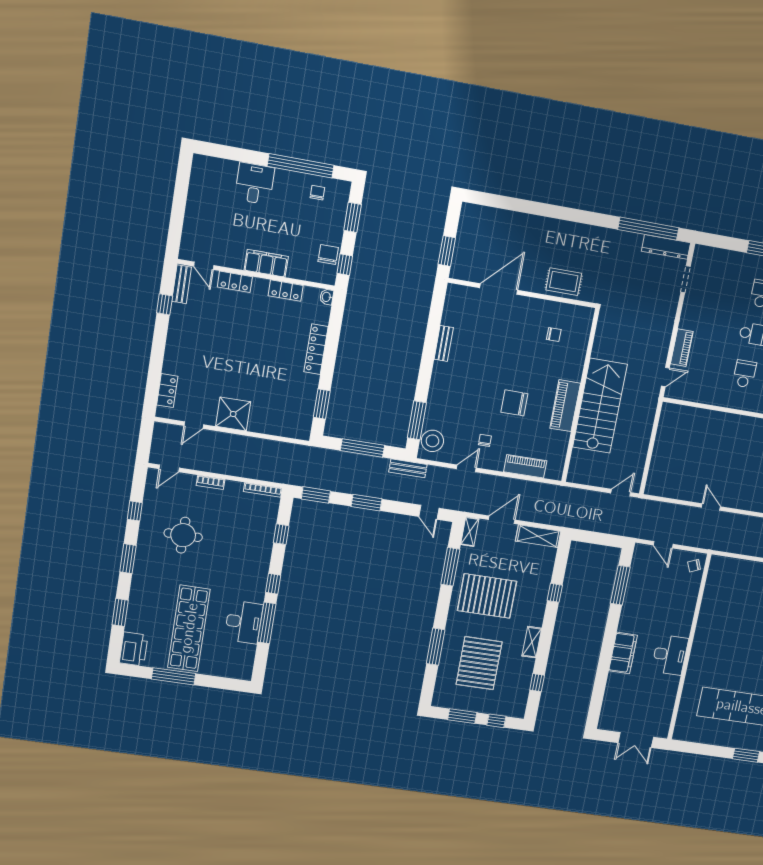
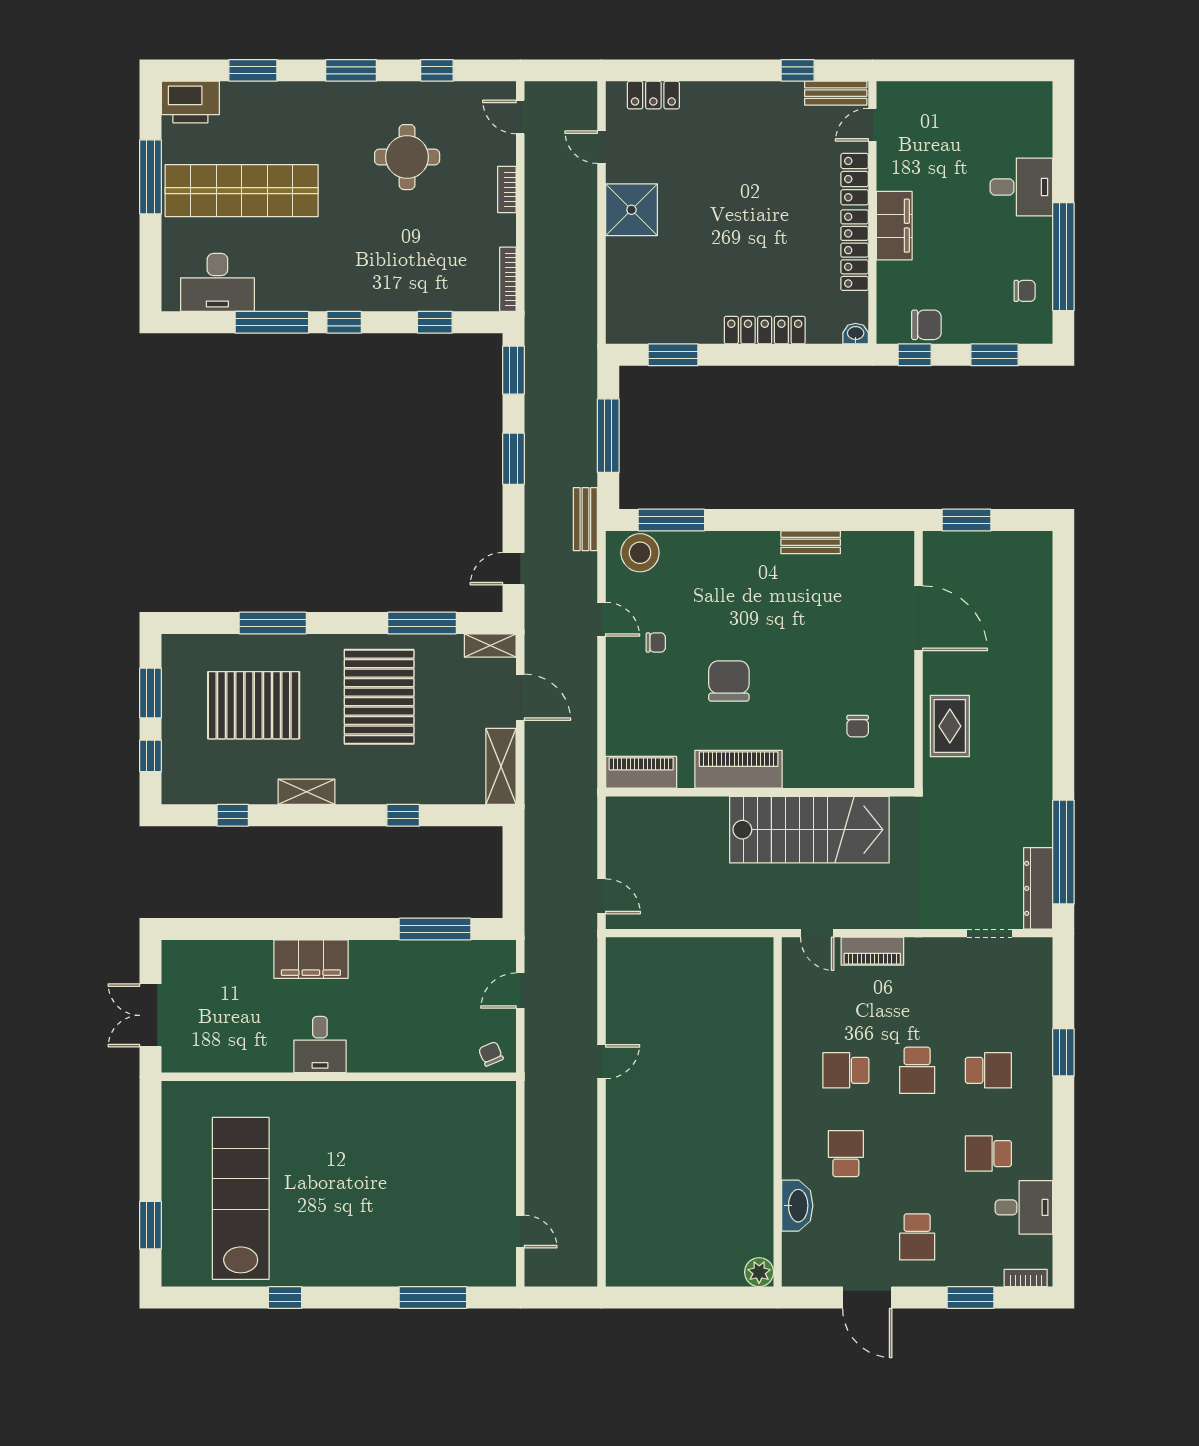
locker: (286, 291) -> (855, 250), width x1.53
school desk: (744, 374) -> (846, 1070), turned 180
stairs: (600, 406) -> (809, 830), moved
piano: (525, 466) -> (641, 772), moved, turned -90
desk: (244, 622) -> (217, 282), moved
desk: (670, 655) -> (320, 1045), width x0.73

